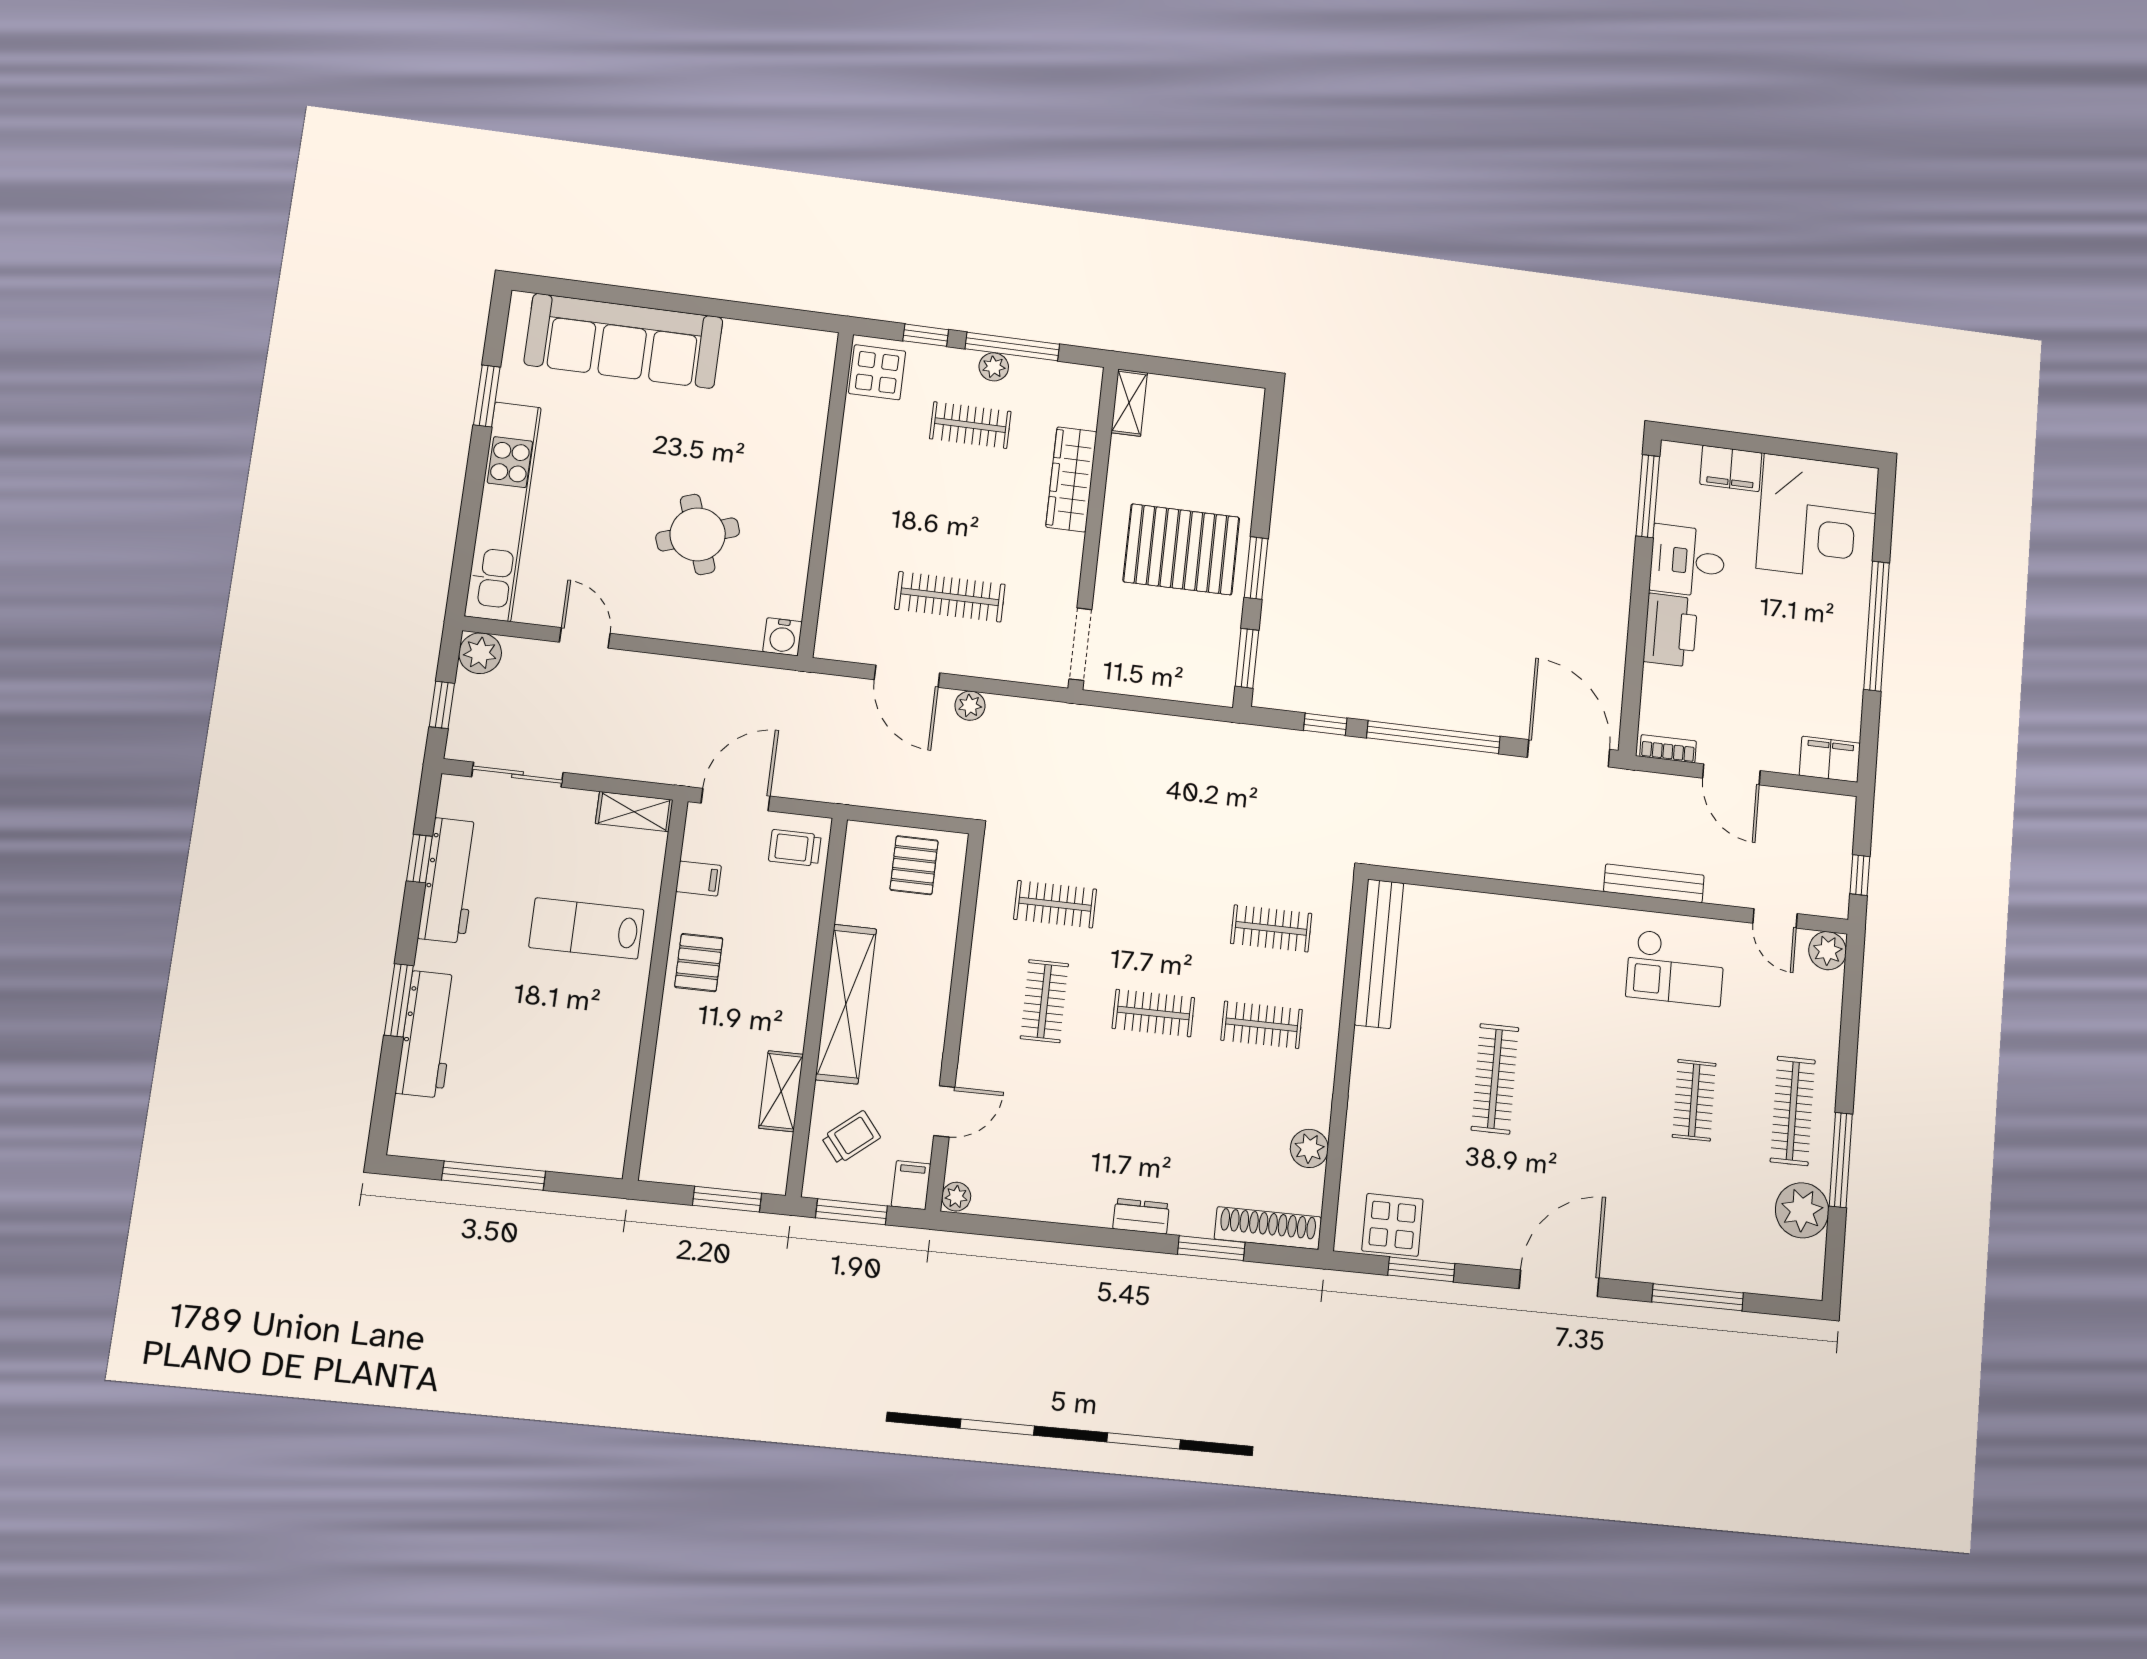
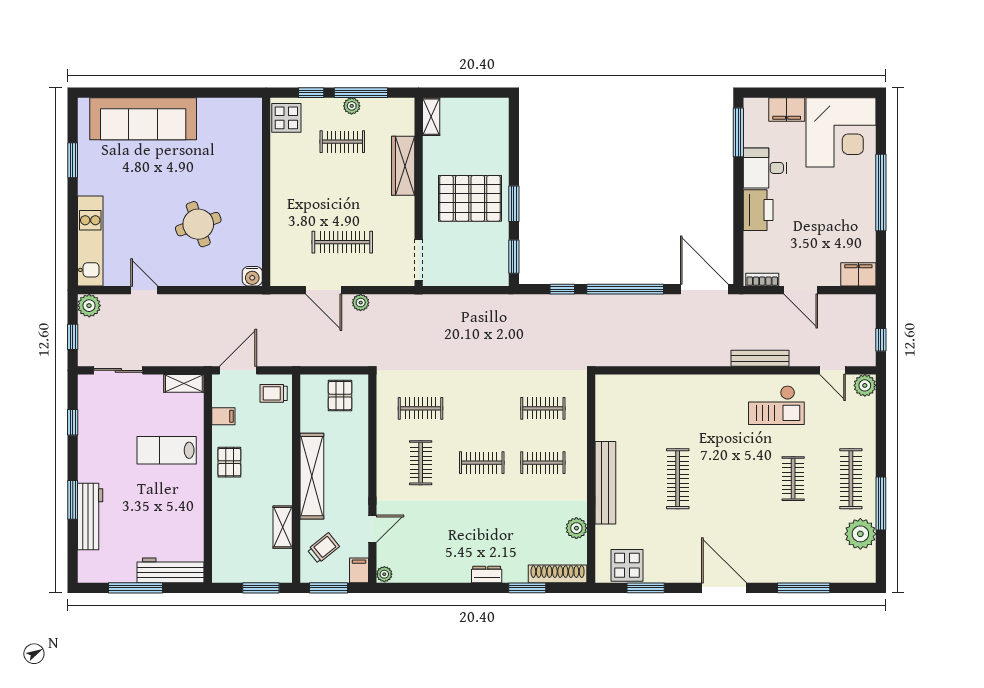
kitchen unit: (503, 511) -> (90, 241), width x0.73
workbench: (449, 880) -> (171, 570), moved, turned -90
bench: (1379, 954) -> (605, 483), moved
door: (1559, 1283) -> (724, 588), hinge flipped

